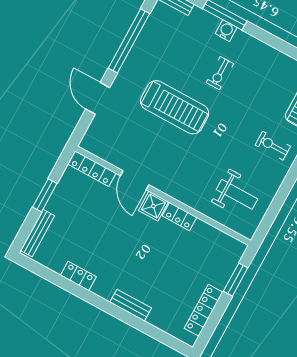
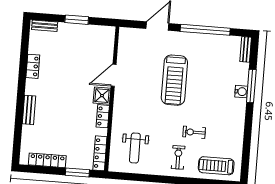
exercise bike: (220, 73) -> (194, 132), moved
locker: (92, 169) -> (100, 153), moved
bench: (38, 233) -> (45, 26), width x0.73

